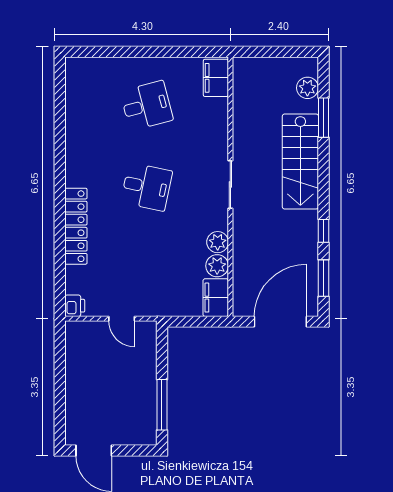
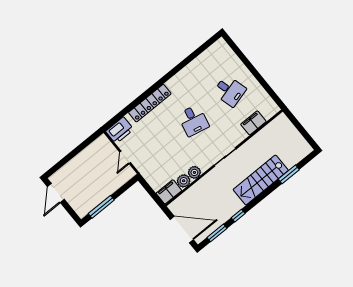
filing cabinet: (216, 78) -> (253, 123), moved
plant: (307, 88) -> (296, 156), removed
printer: (75, 306) -> (120, 130), width x1.87, depth x1.48

